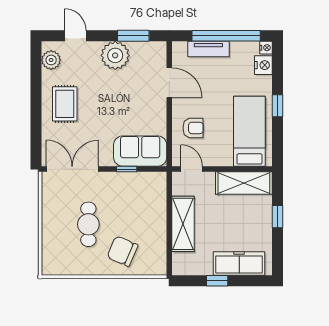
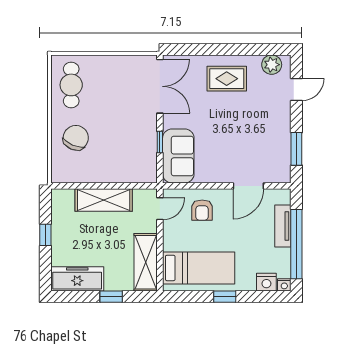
plant: (115, 55) -> (276, 130), removed
cafe table: (88, 224) -> (71, 85), moved, turned 90
freezer: (239, 263) -> (77, 279), moved, turned -90

